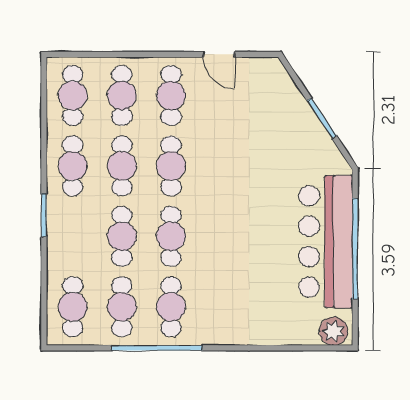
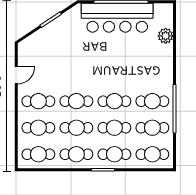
cafe table: (73, 236) -> (114, 154), added
plant: (334, 331) -> (166, 36), moved

